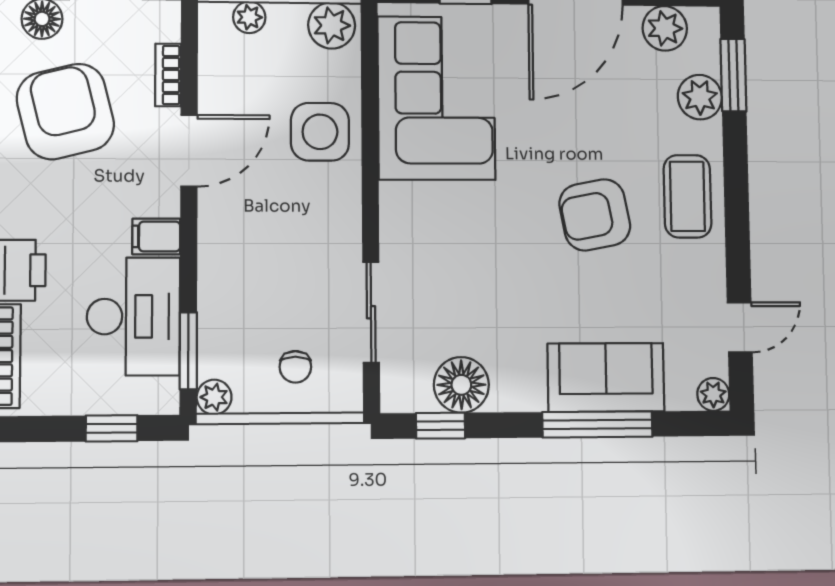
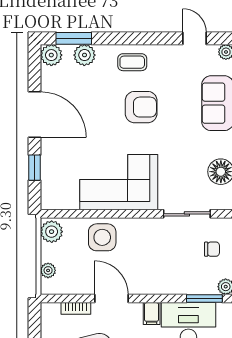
plant: (665, 28) -> (51, 55), moved
corner sofa: (436, 98) -> (119, 182), moved
coffee table: (687, 196) -> (132, 62), width x0.73, depth x0.77
armchair: (595, 215) -> (141, 107), turned -79

